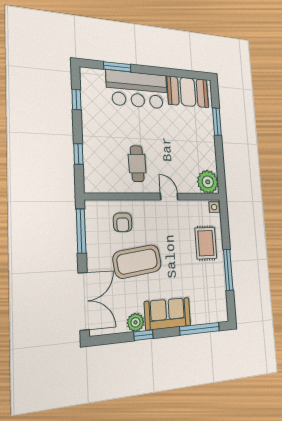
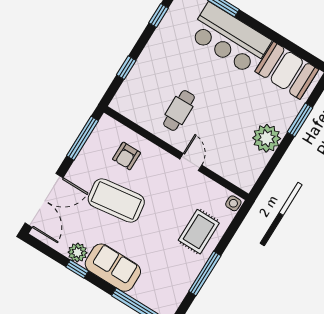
plant: (208, 182) -> (267, 138), moved

